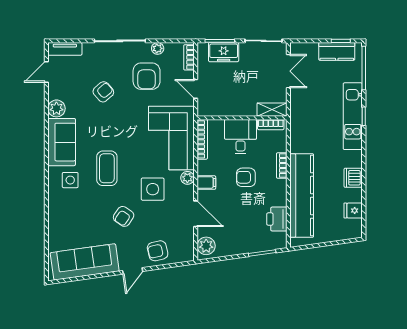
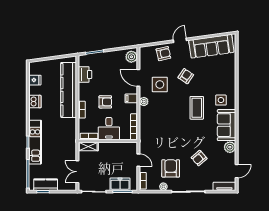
corner sofa: (171, 138) -> (154, 128), removed
side table: (153, 189) -> (160, 85), moved

